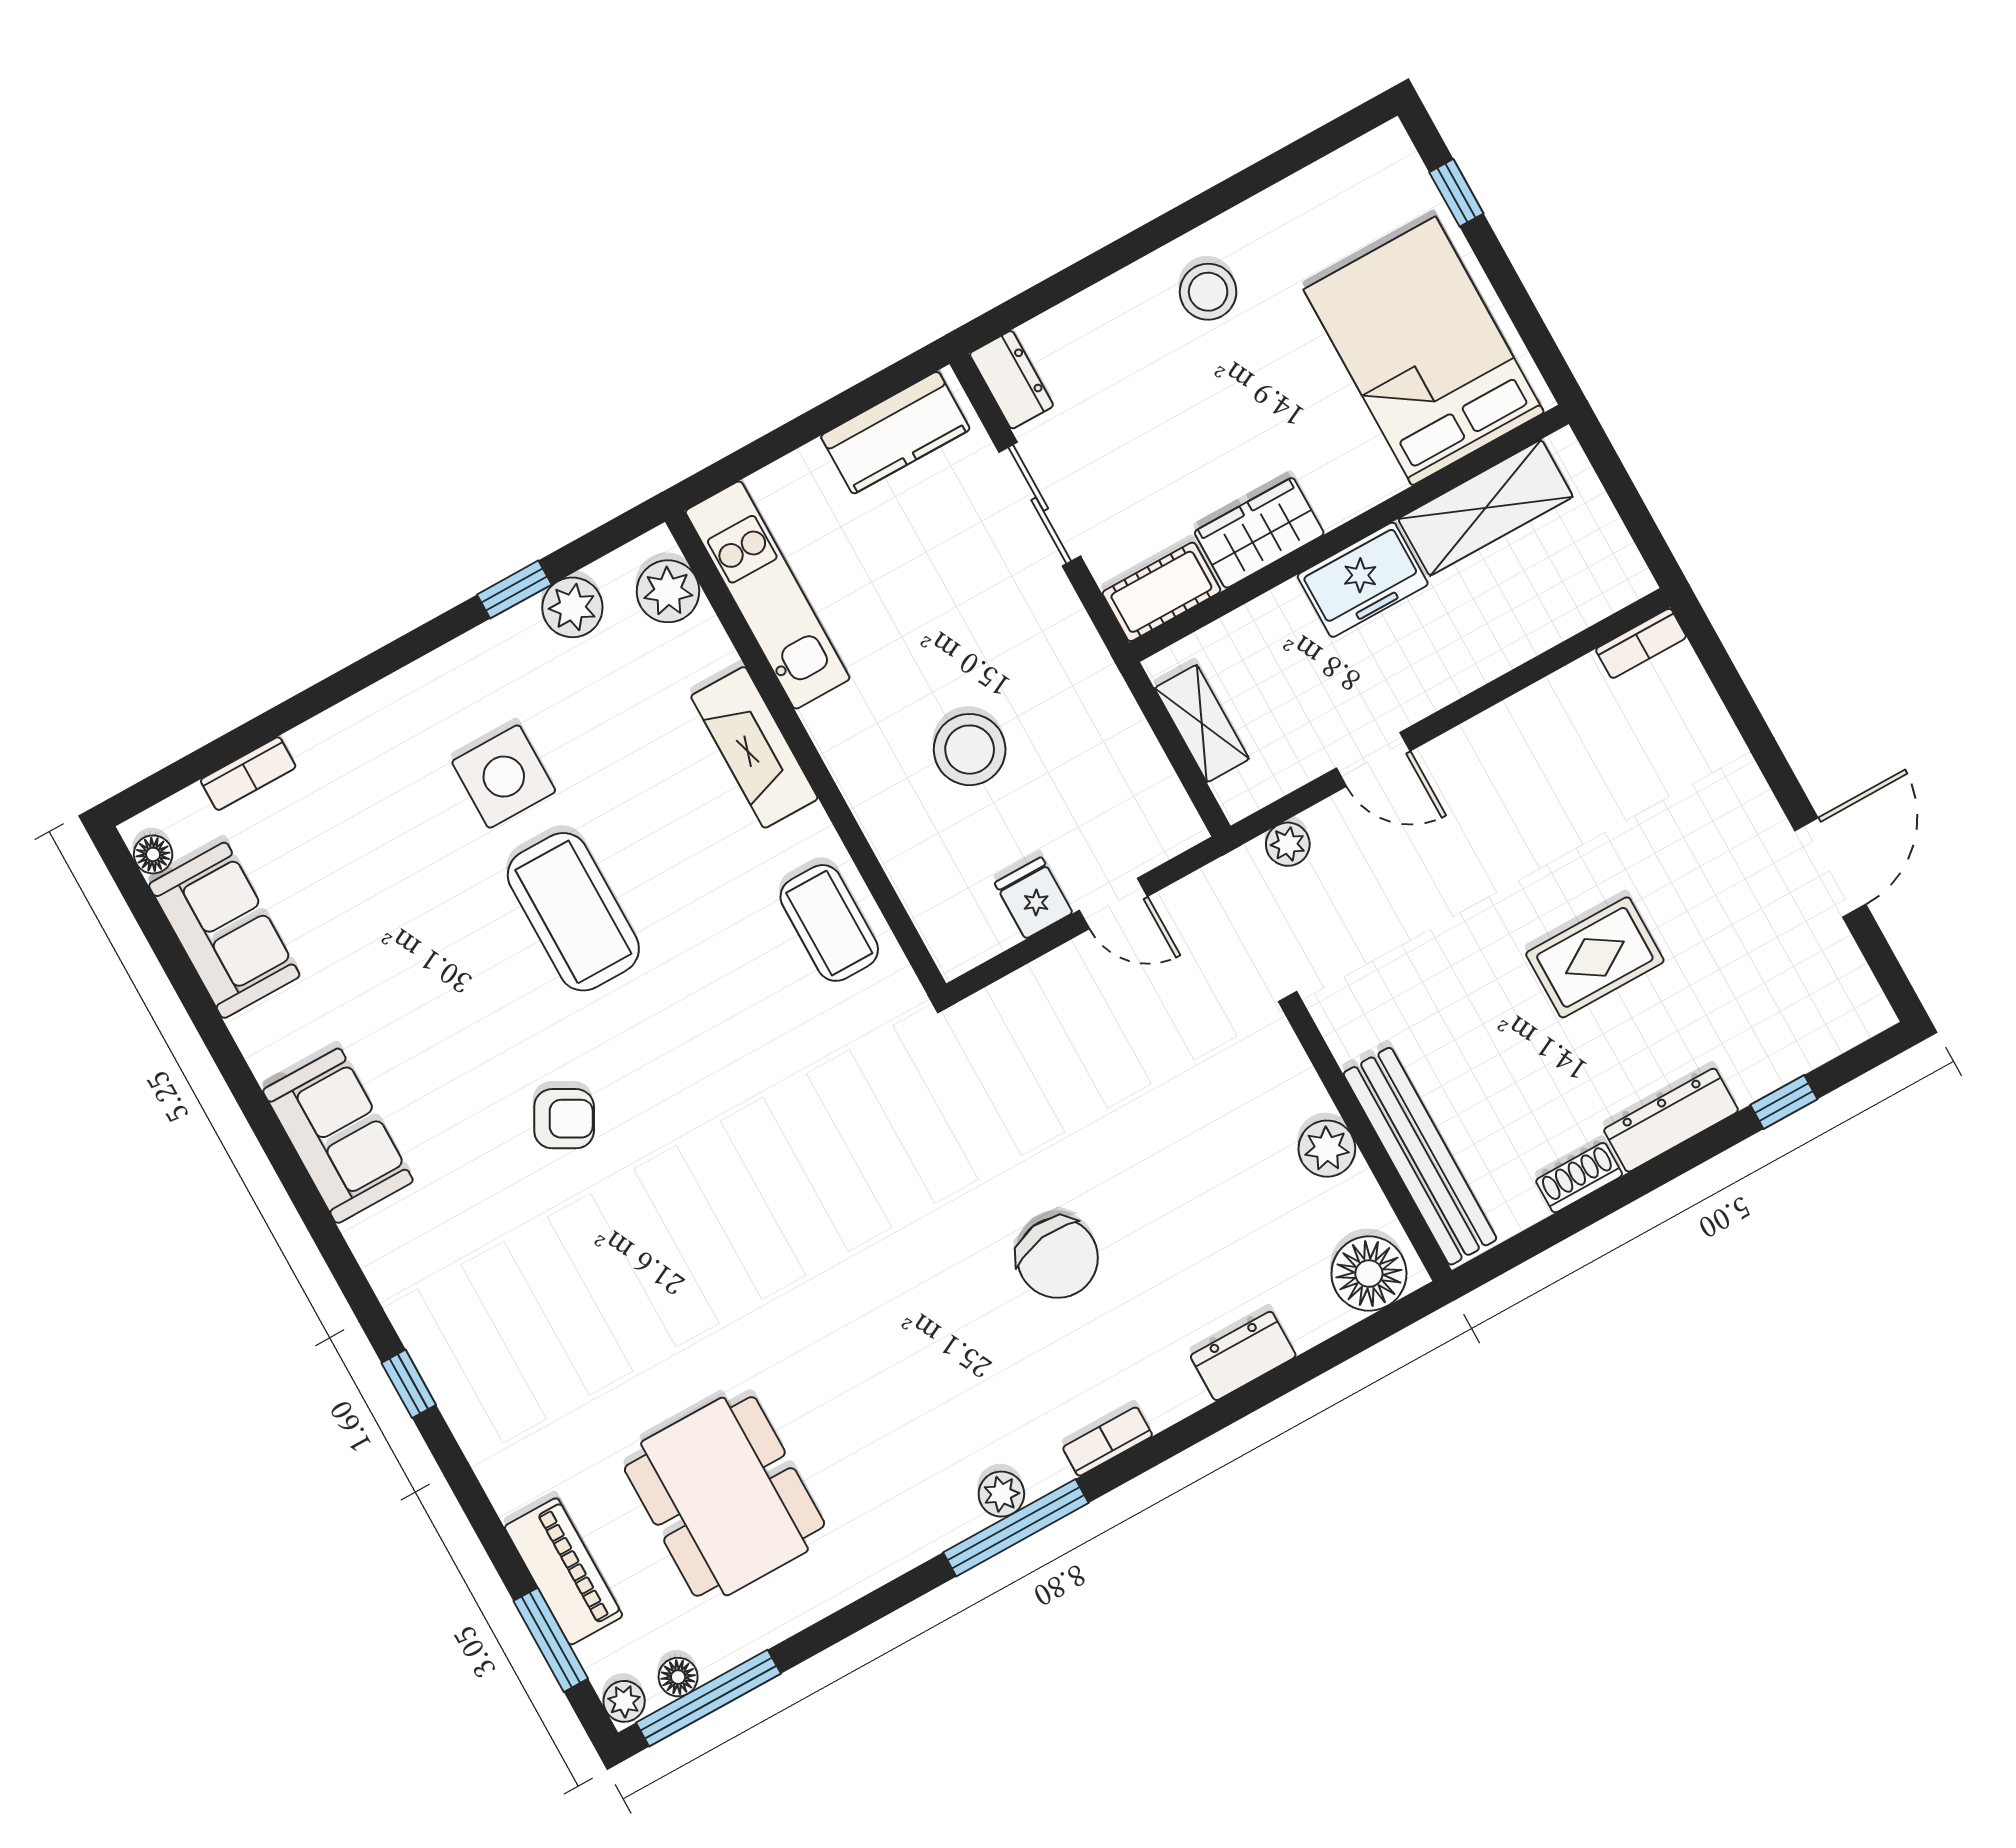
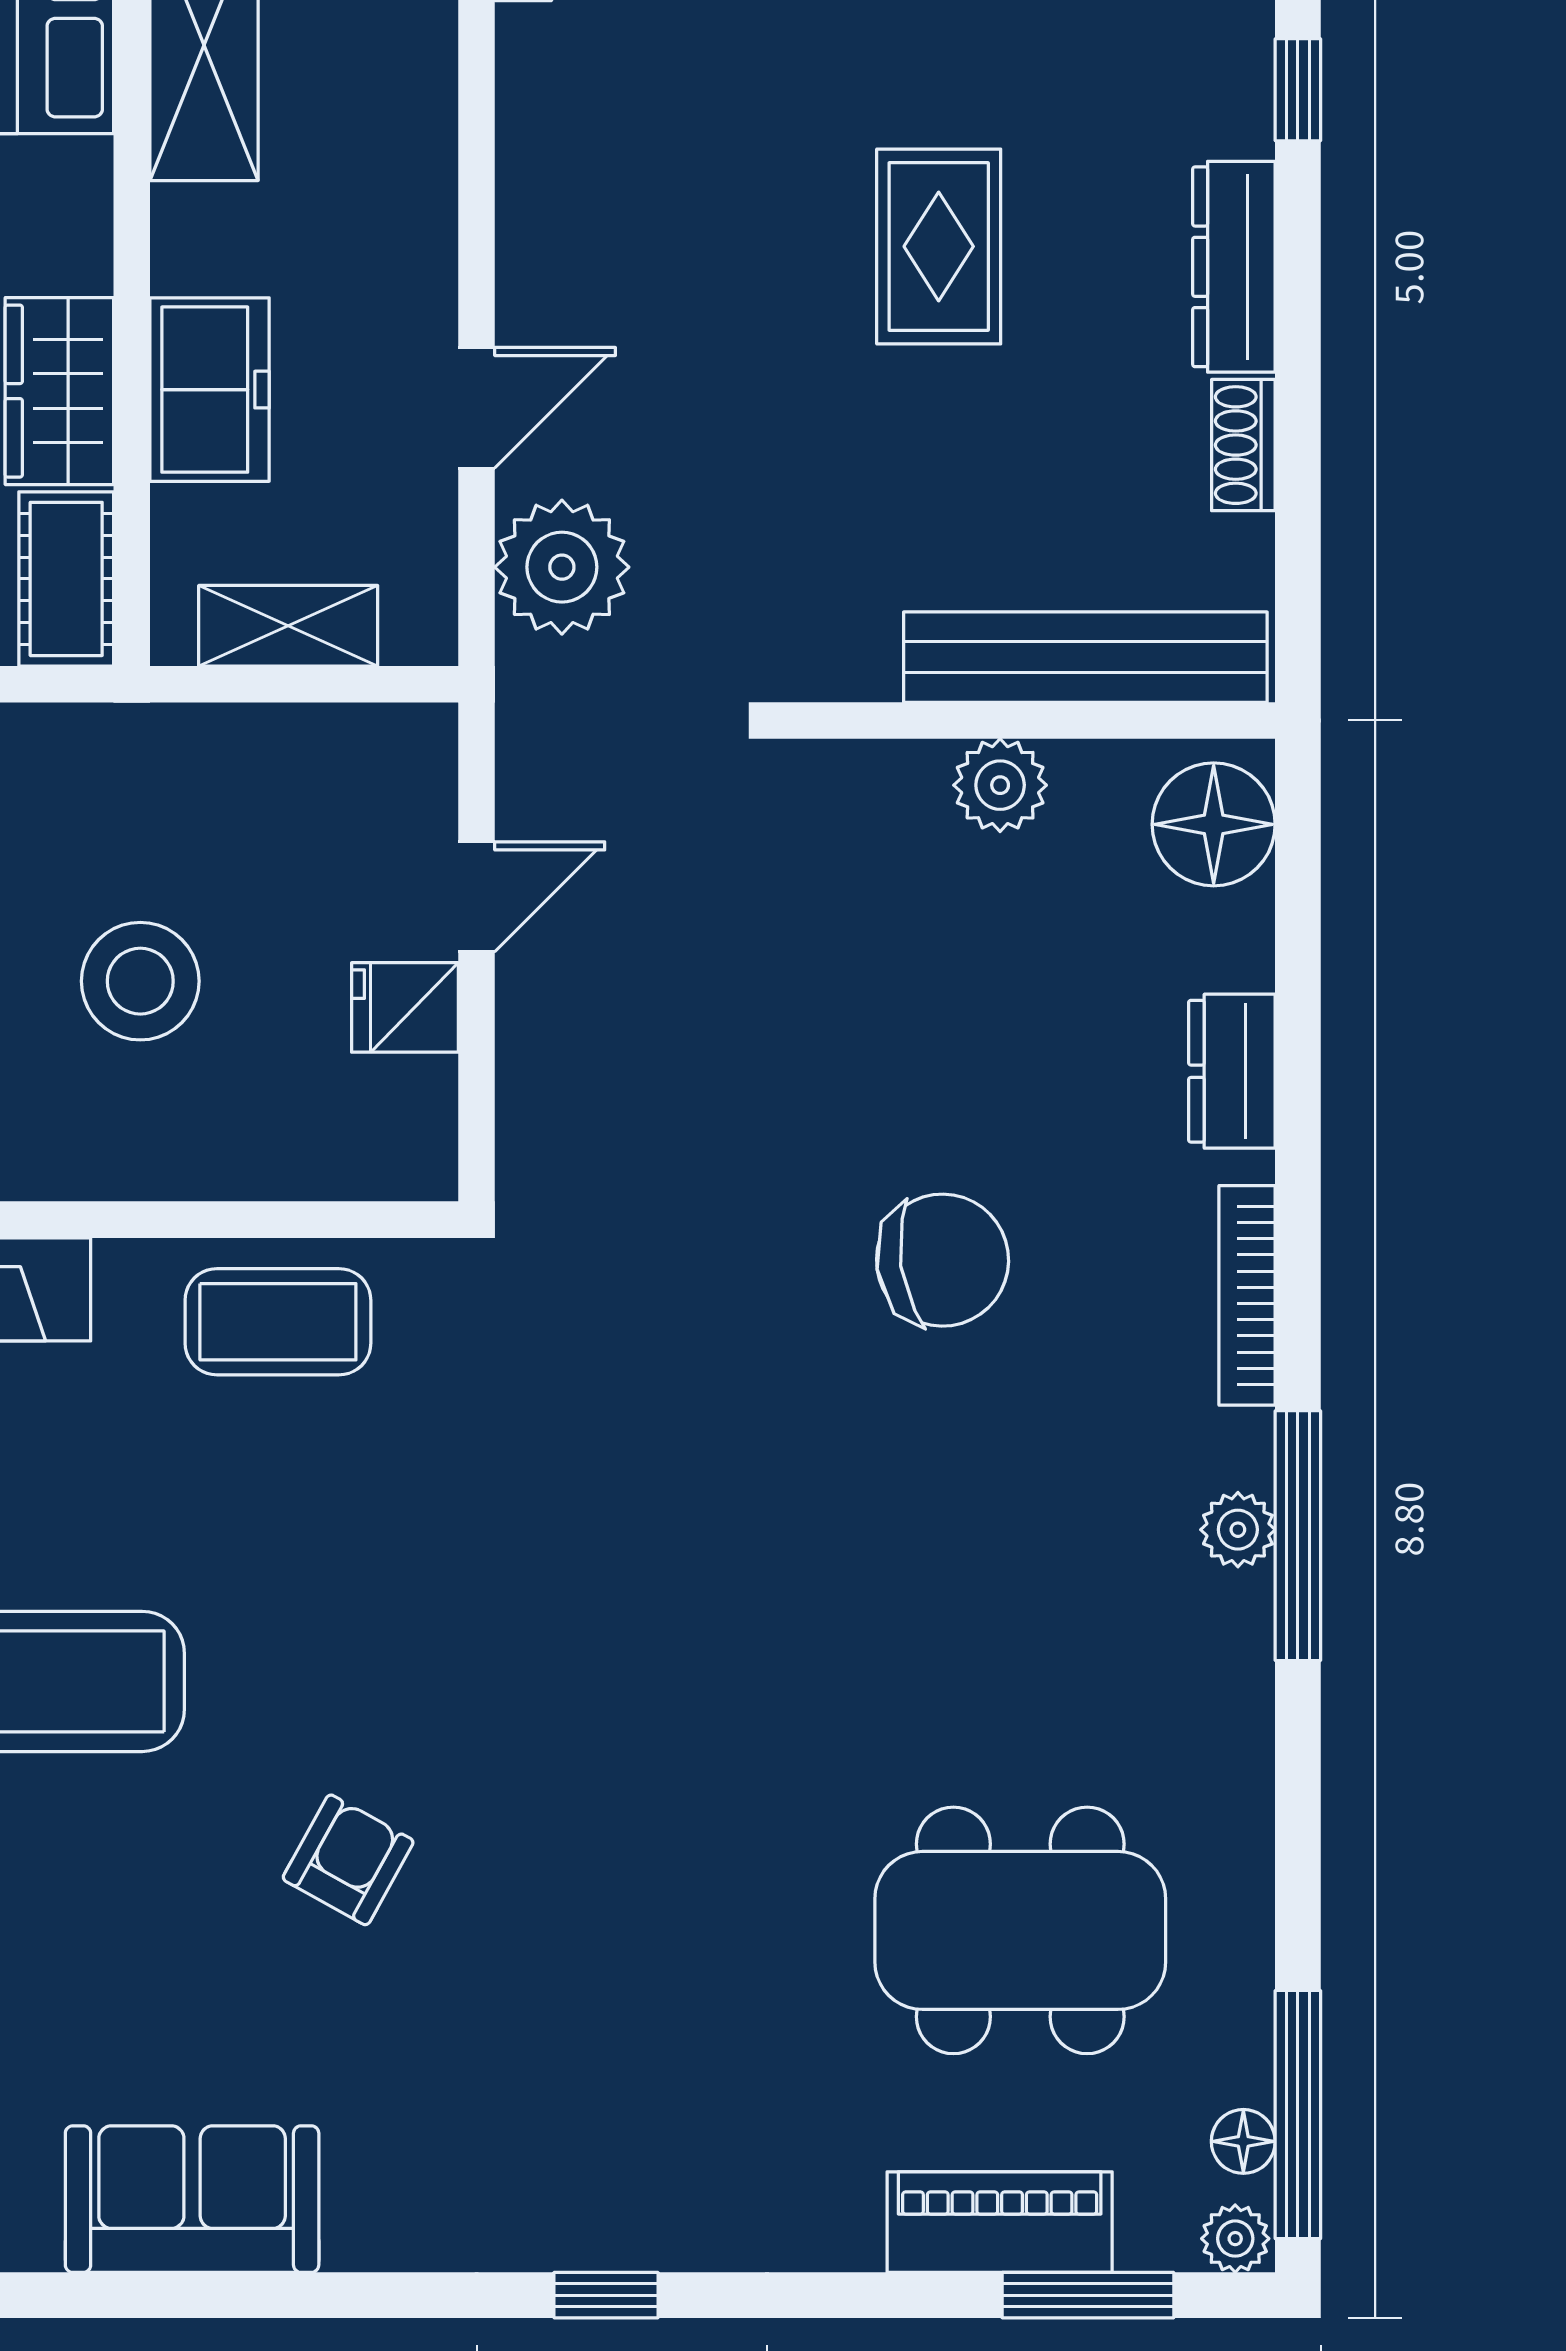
freezer: (1363, 580) -> (210, 390), moved
plant: (1288, 844) -> (562, 567), width x1.88, depth x1.88
bookcase: (1108, 1442) -> (1247, 1295), width x1.56

